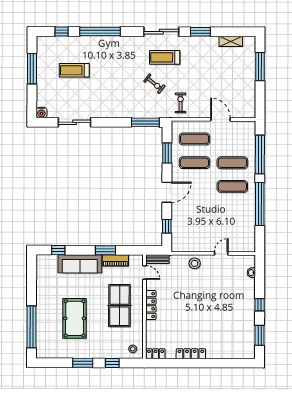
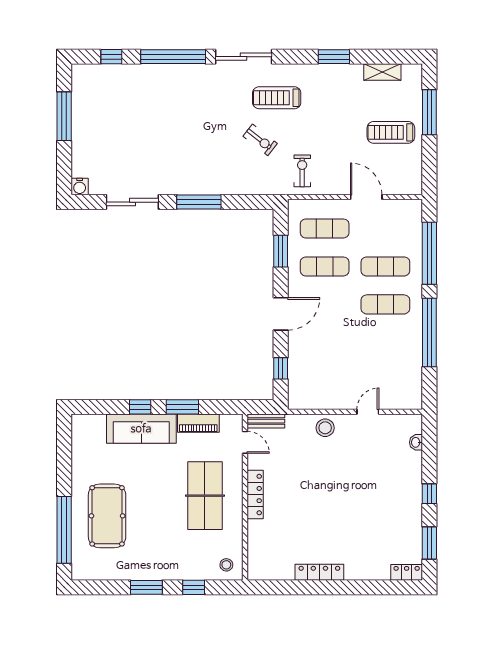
sliding door: (161, 32) -> (244, 57), moved
treadmill: (74, 70) -> (391, 132), moved
window: (145, 122) -> (199, 202), moved
window: (58, 250) -> (140, 407), moved
pool table: (75, 318) -> (107, 516), moved
locker: (156, 354) -> (407, 572), moved

